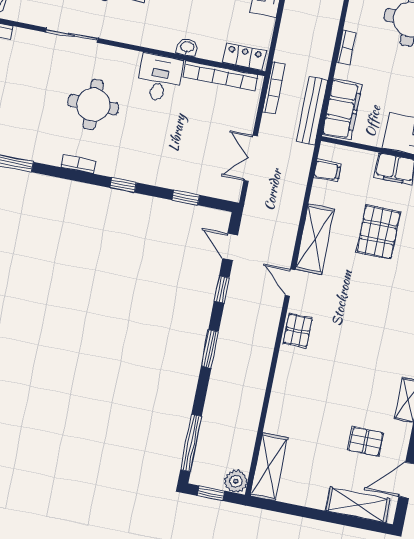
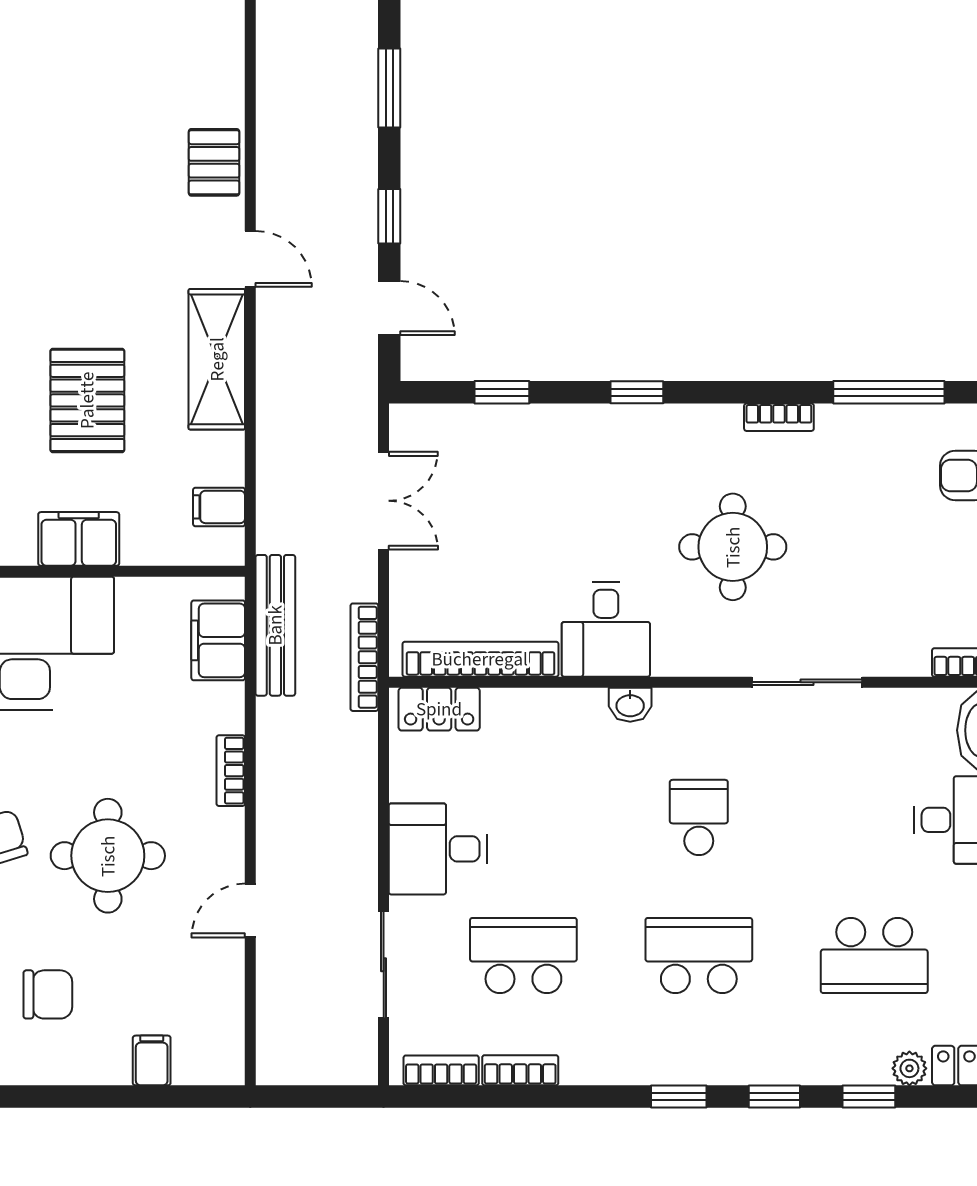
washbasin: (187, 47) -> (630, 705), moved
filing cabinet: (342, 109) -> (218, 640), width x0.67, depth x0.86
bookcase: (78, 164) -> (779, 417), moved

